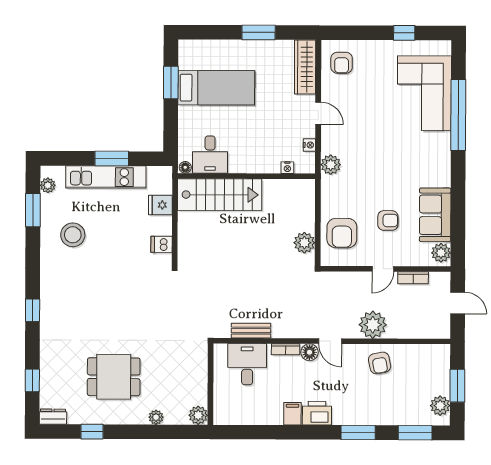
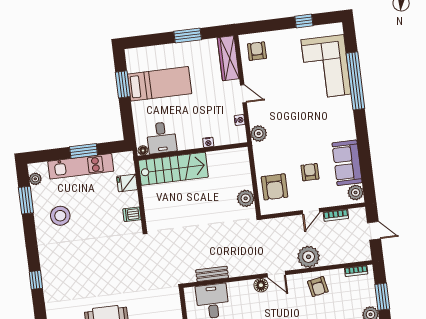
armchair: (342, 63) -> (257, 51), turned 180
nightstand: (287, 168) -> (208, 142), moved
armchair: (388, 220) -> (310, 172), turned -90
bookcase: (286, 349) -> (356, 271), moved

